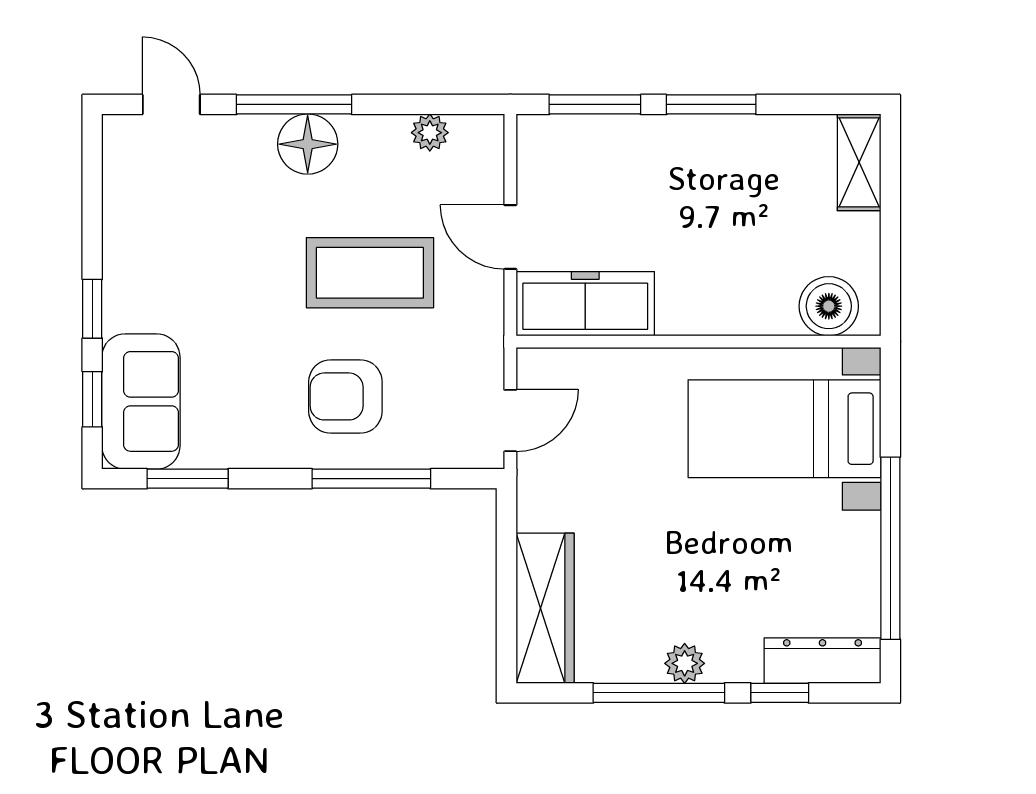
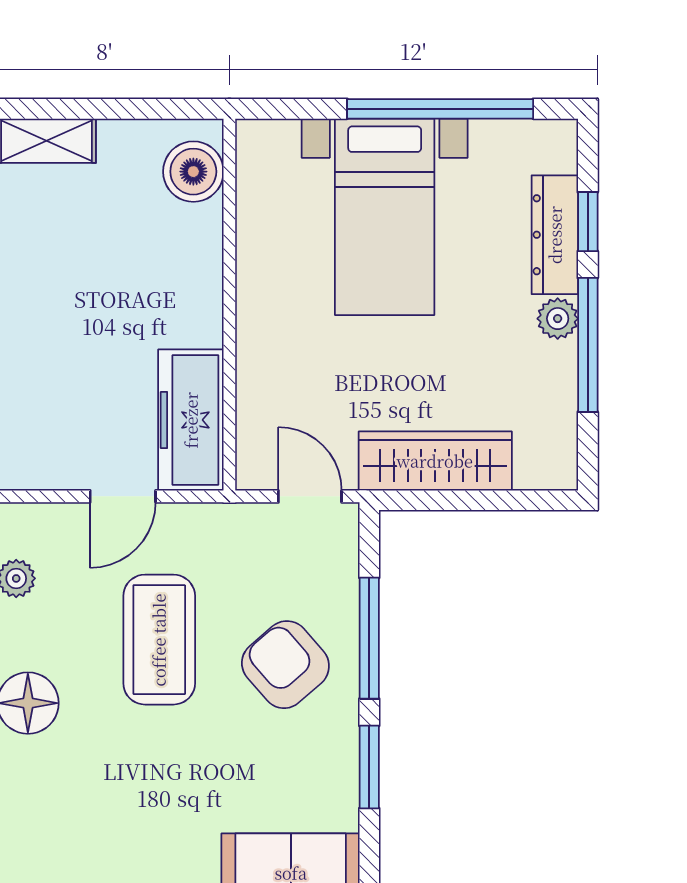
armchair: (345, 396) -> (285, 665), turned 139
bed with nightstands: (784, 429) -> (385, 217), moved
window: (188, 479) -> (369, 767), moved
wardrobe: (545, 608) -> (435, 461), moved
dresser: (822, 661) -> (555, 235), moved

